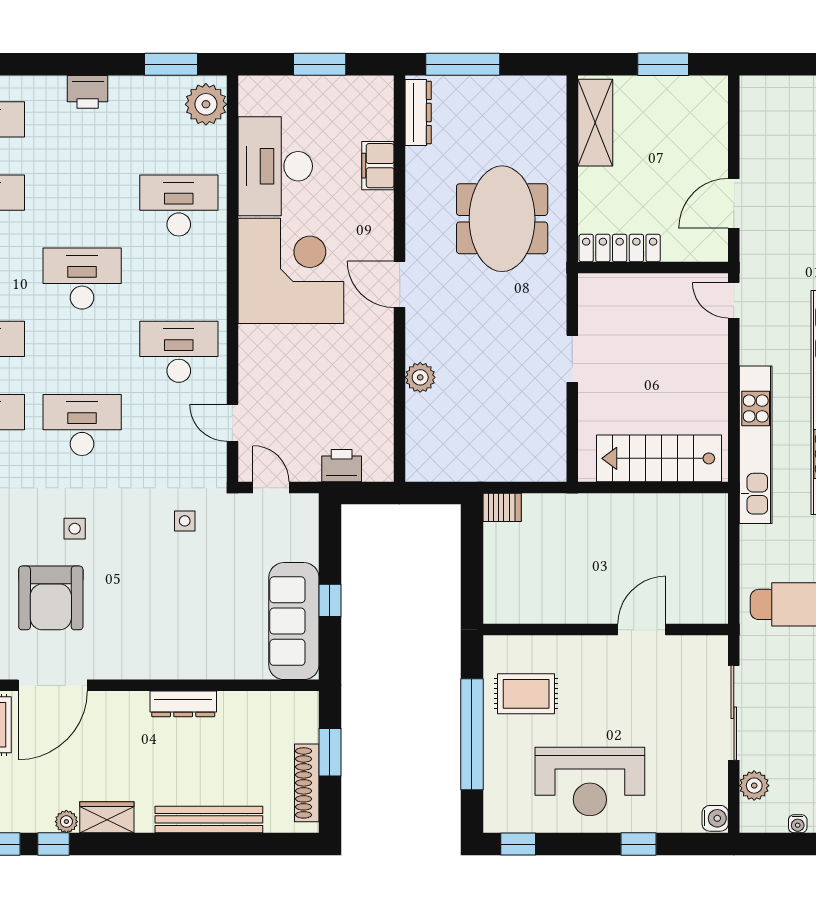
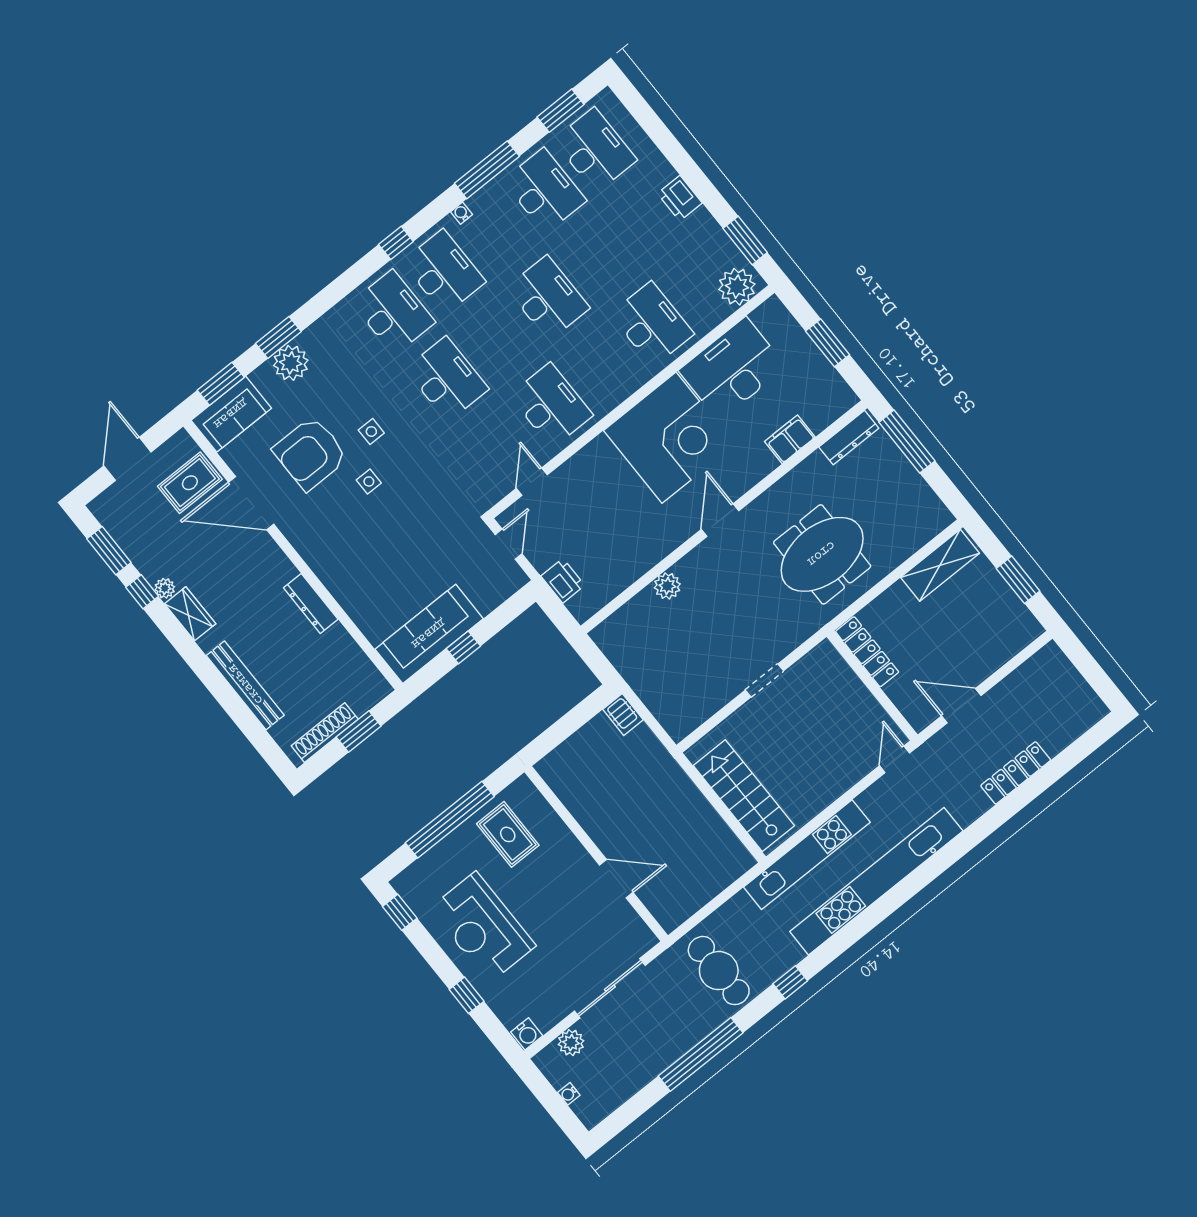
side table: (185, 521) -> (369, 481), moved

